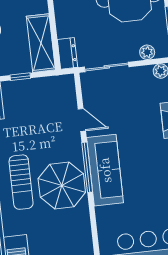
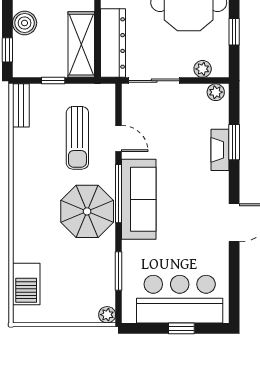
dresser: (67, 53) -> (113, 43), width x1.96, depth x1.24
sun lounger: (21, 182) -> (77, 138), moved
window: (95, 234) -> (119, 271), added

